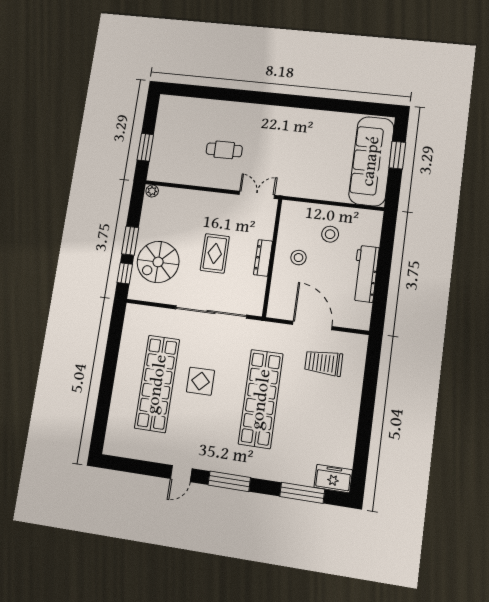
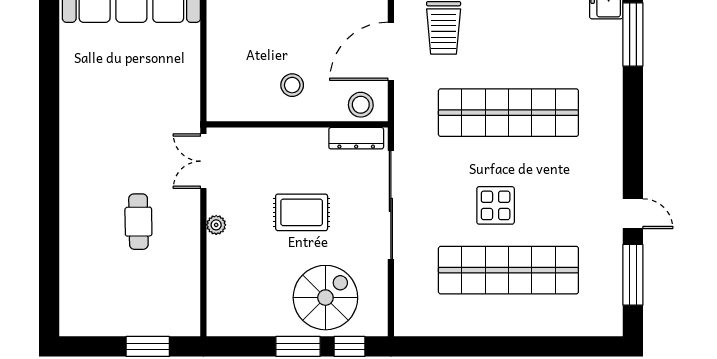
plant: (152, 191) -> (216, 225), moved
stool: (330, 234) -> (361, 105), moved
dresser: (263, 258) -> (356, 138), moved
spiral stairs: (158, 262) -> (325, 298), turned -90
window: (229, 481) -> (633, 275), moved

